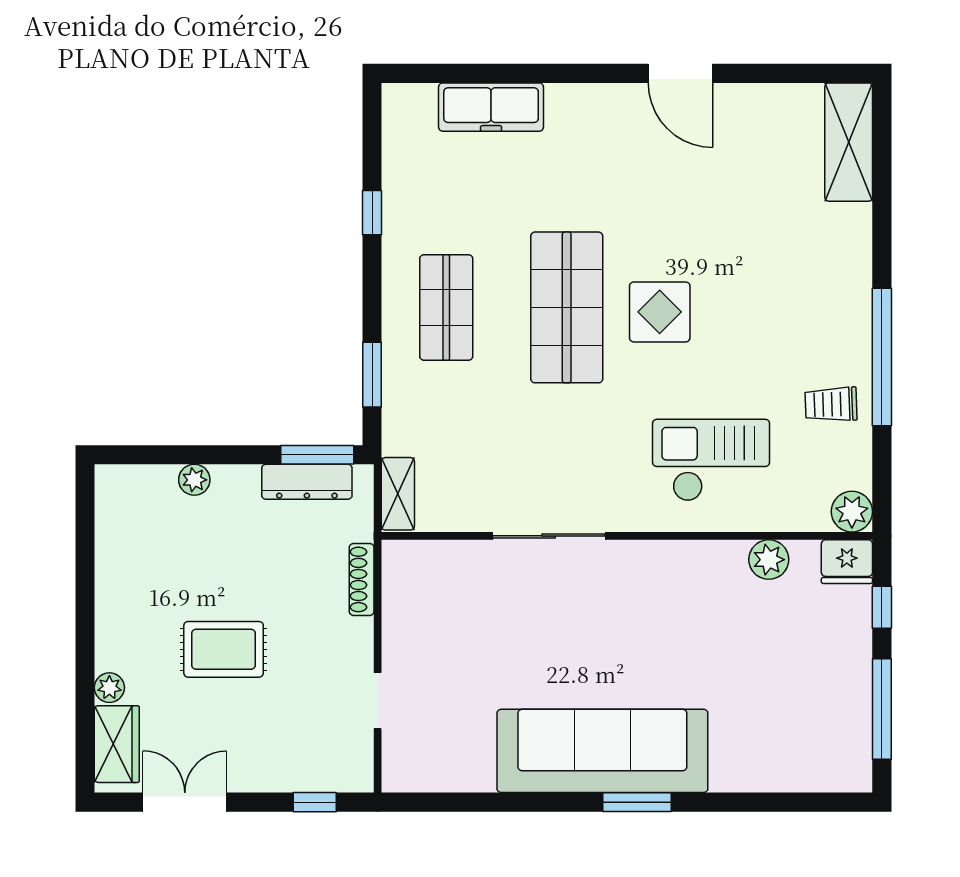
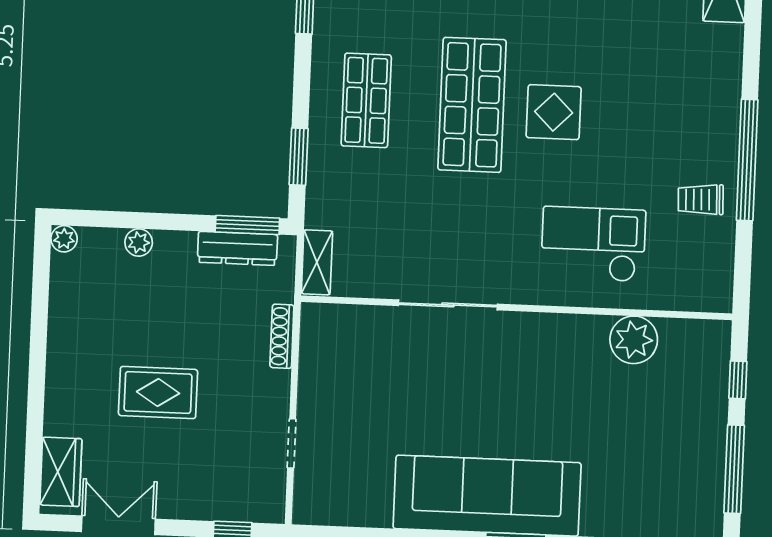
plant: (852, 512) -> (715, 295), removed
plant: (769, 560) -> (634, 340), width x1.36, depth x1.36
fridge: (847, 562) -> (709, 338), removed
plant: (109, 688) -> (64, 239), moved

